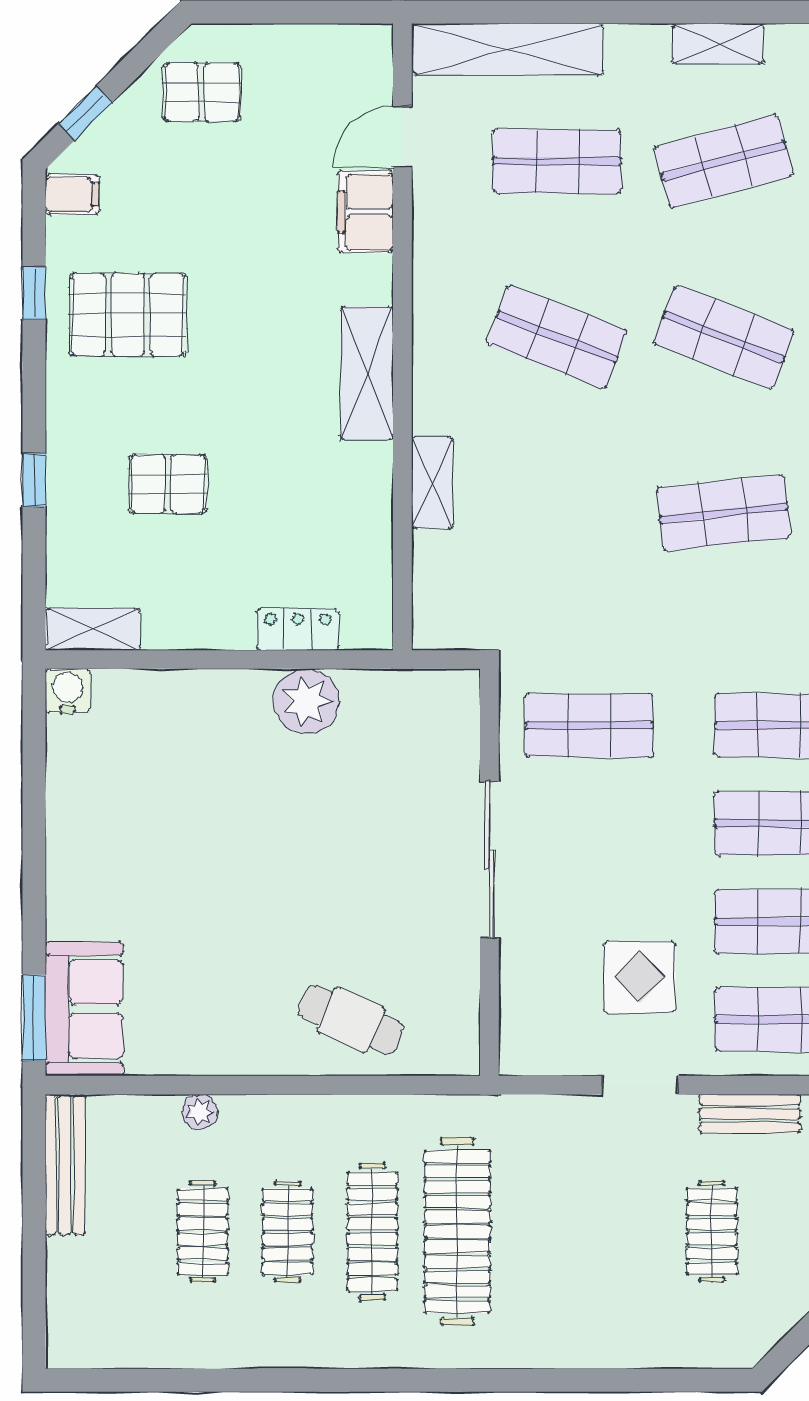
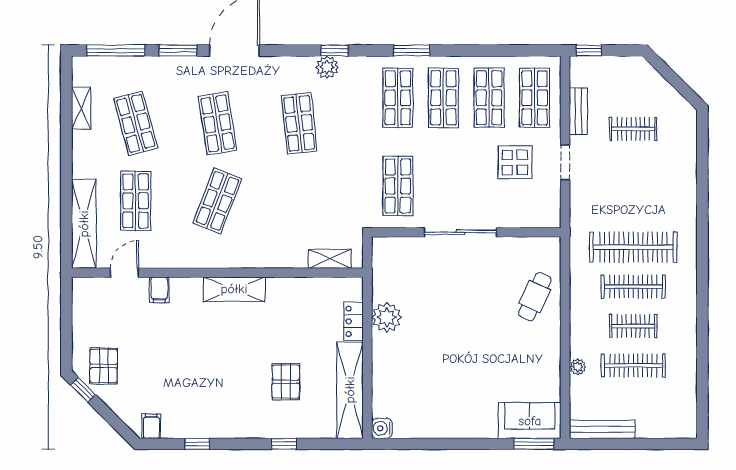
shelving: (718, 44) -> (81, 108), moved
window: (85, 113) -> (83, 390), moved
door: (402, 137) -> (124, 273), swing flipped
filing cabinet: (366, 212) -> (159, 290), width x0.50
pallet: (128, 315) -> (207, 400), removed
shop shelf: (724, 337) -> (217, 123), turned -30
shelving: (432, 483) -> (330, 259), moved
shelving: (93, 629) -> (350, 390), width x2.20, depth x1.33
clothes rail: (203, 1232) -> (633, 365), width x1.36

